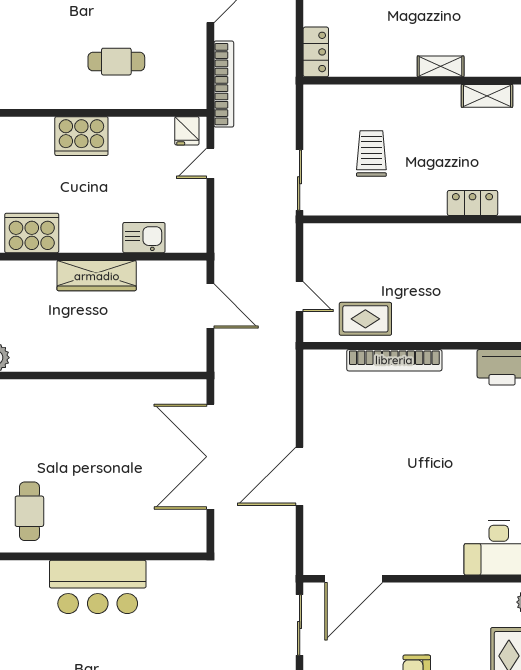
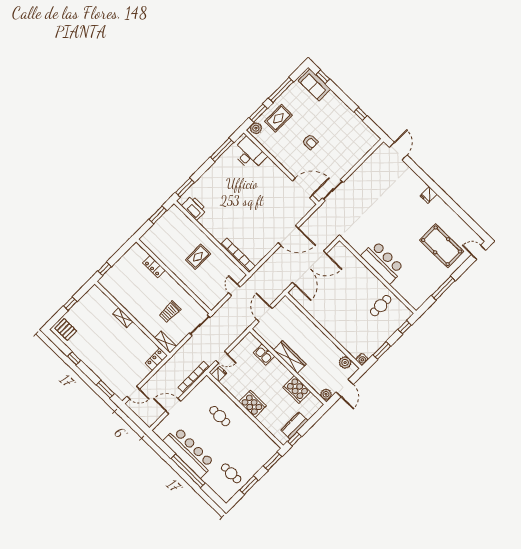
shelving: (487, 96) -> (165, 342), moved
rug: (365, 319) -> (198, 257), moved, turned 90
bookcase: (394, 360) -> (238, 255), moved

